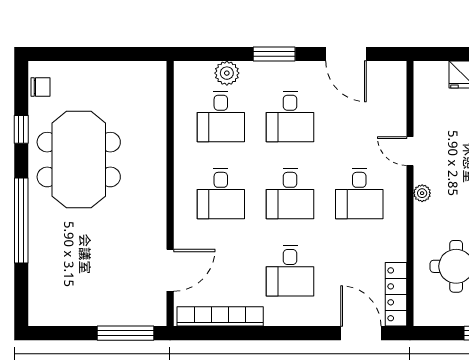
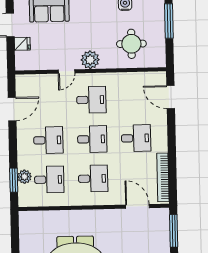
window: (274, 54) -> (14, 180), moved
plant: (422, 193) -> (90, 60), width x1.87, depth x1.87
locker: (396, 294) -> (148, 78), removed
door: (361, 333) -> (171, 97), hinge flipped

